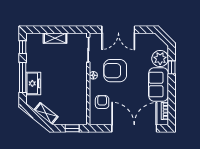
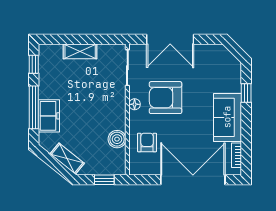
plant: (160, 59) -> (230, 80), removed
boiler: (81, 100) -> (117, 139), added

